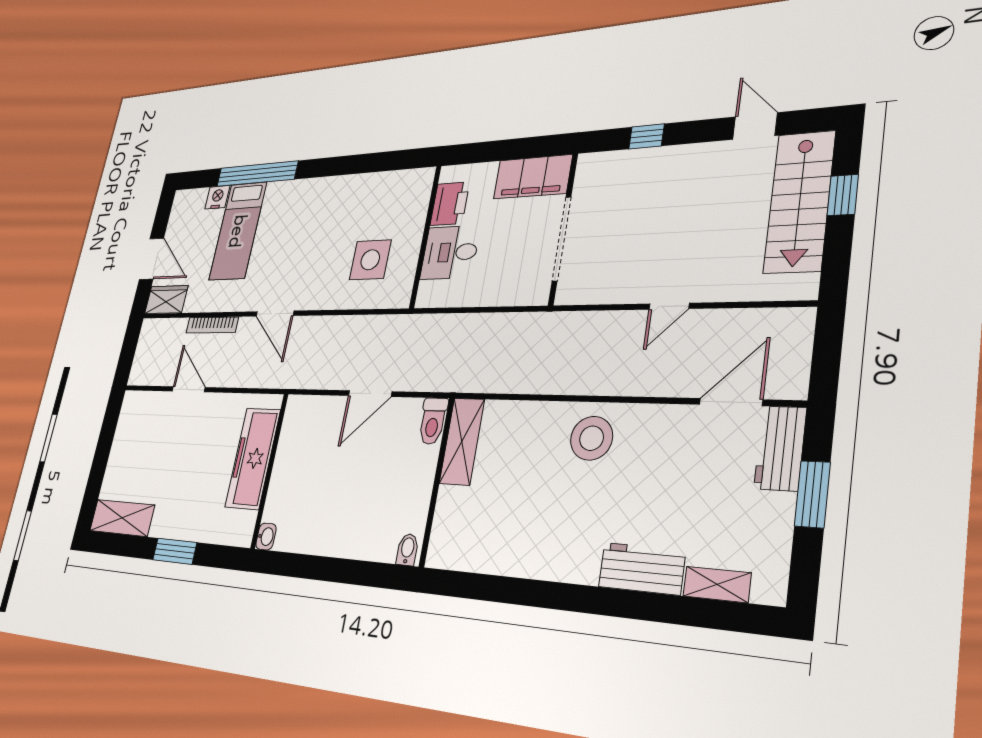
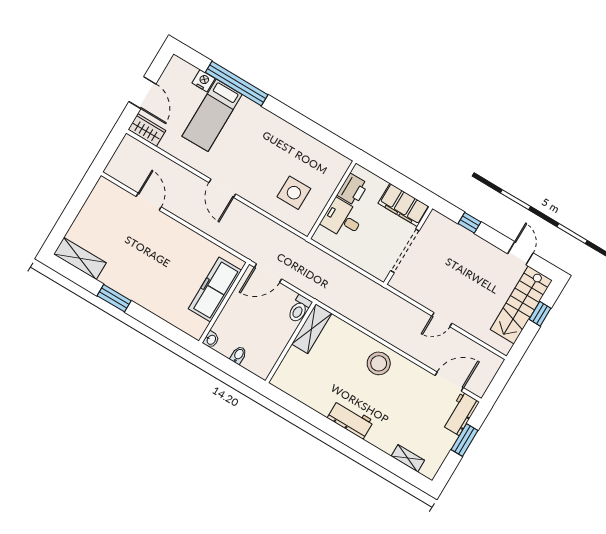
bookcase: (212, 325) -> (176, 169), removed
freezer: (253, 458) -> (215, 290), moved
wall: (270, 470) -> (224, 303), moved
washbasin: (266, 537) -> (211, 340), moved
bidet: (407, 550) -> (238, 355), moved
workbench: (642, 569) -> (350, 419), moved

